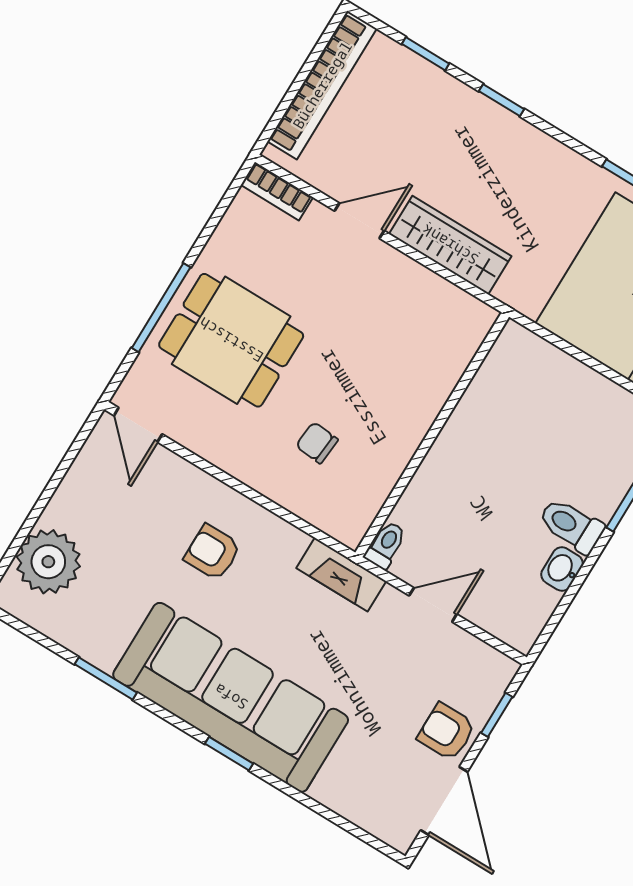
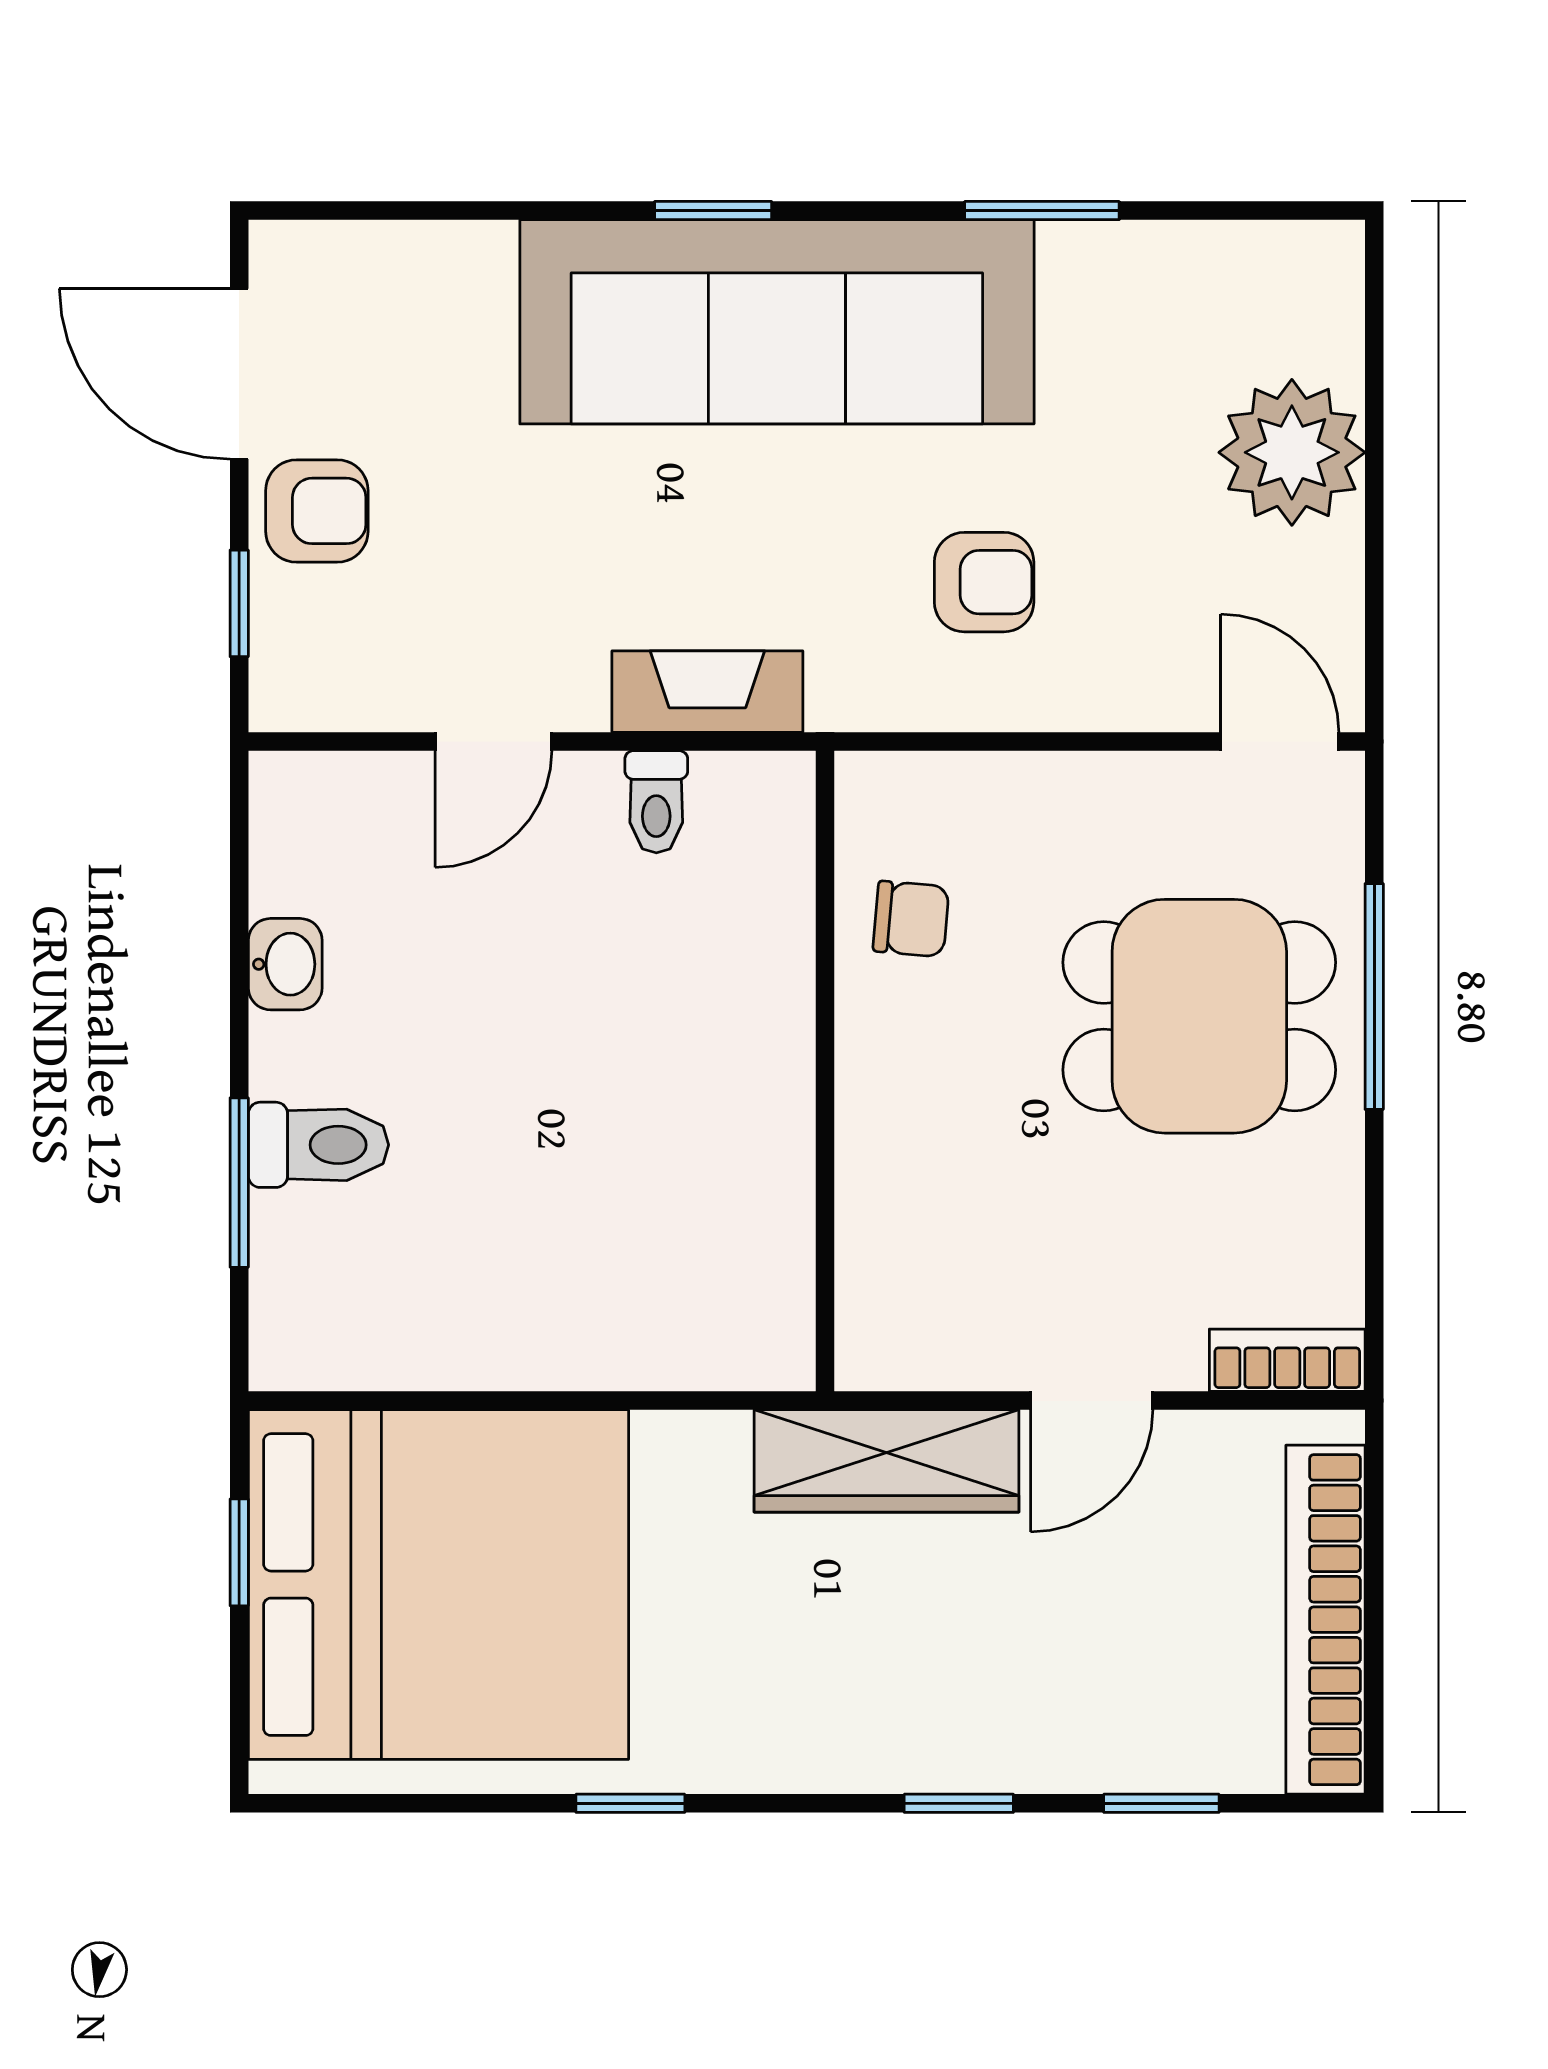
wall: (432, 435) -> (825, 1071), moved
toilet: (571, 526) -> (318, 1145), moved
plant: (48, 562) -> (1292, 452), moved

